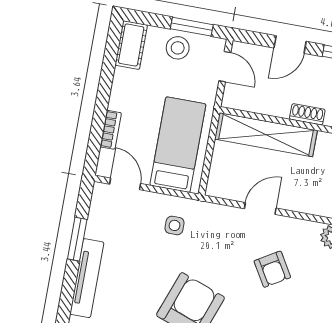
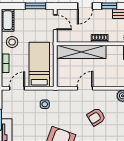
stool: (178, 48) -> (12, 42), moved
door: (125, 184) -> (17, 88), hinge flipped
armchair: (272, 269) -> (96, 117), turned 89

